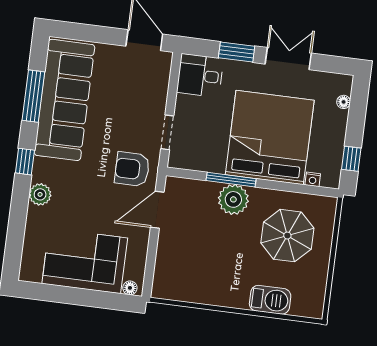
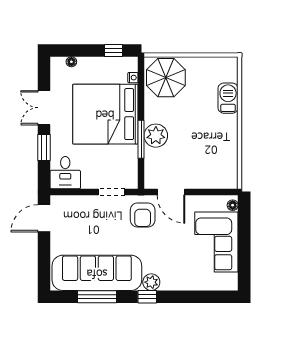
plant: (40, 194) -> (151, 282), moved
parasol: (287, 236) -> (166, 78), moved

